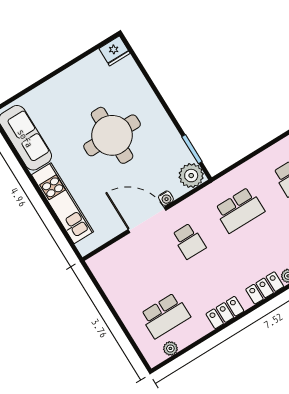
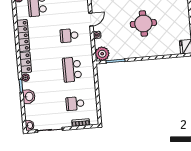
round table: (112, 135) -> (143, 23), width x0.73, depth x0.73
door: (147, 220) -> (91, 20), width x0.53
locker: (225, 312) -> (23, 36), width x1.53

